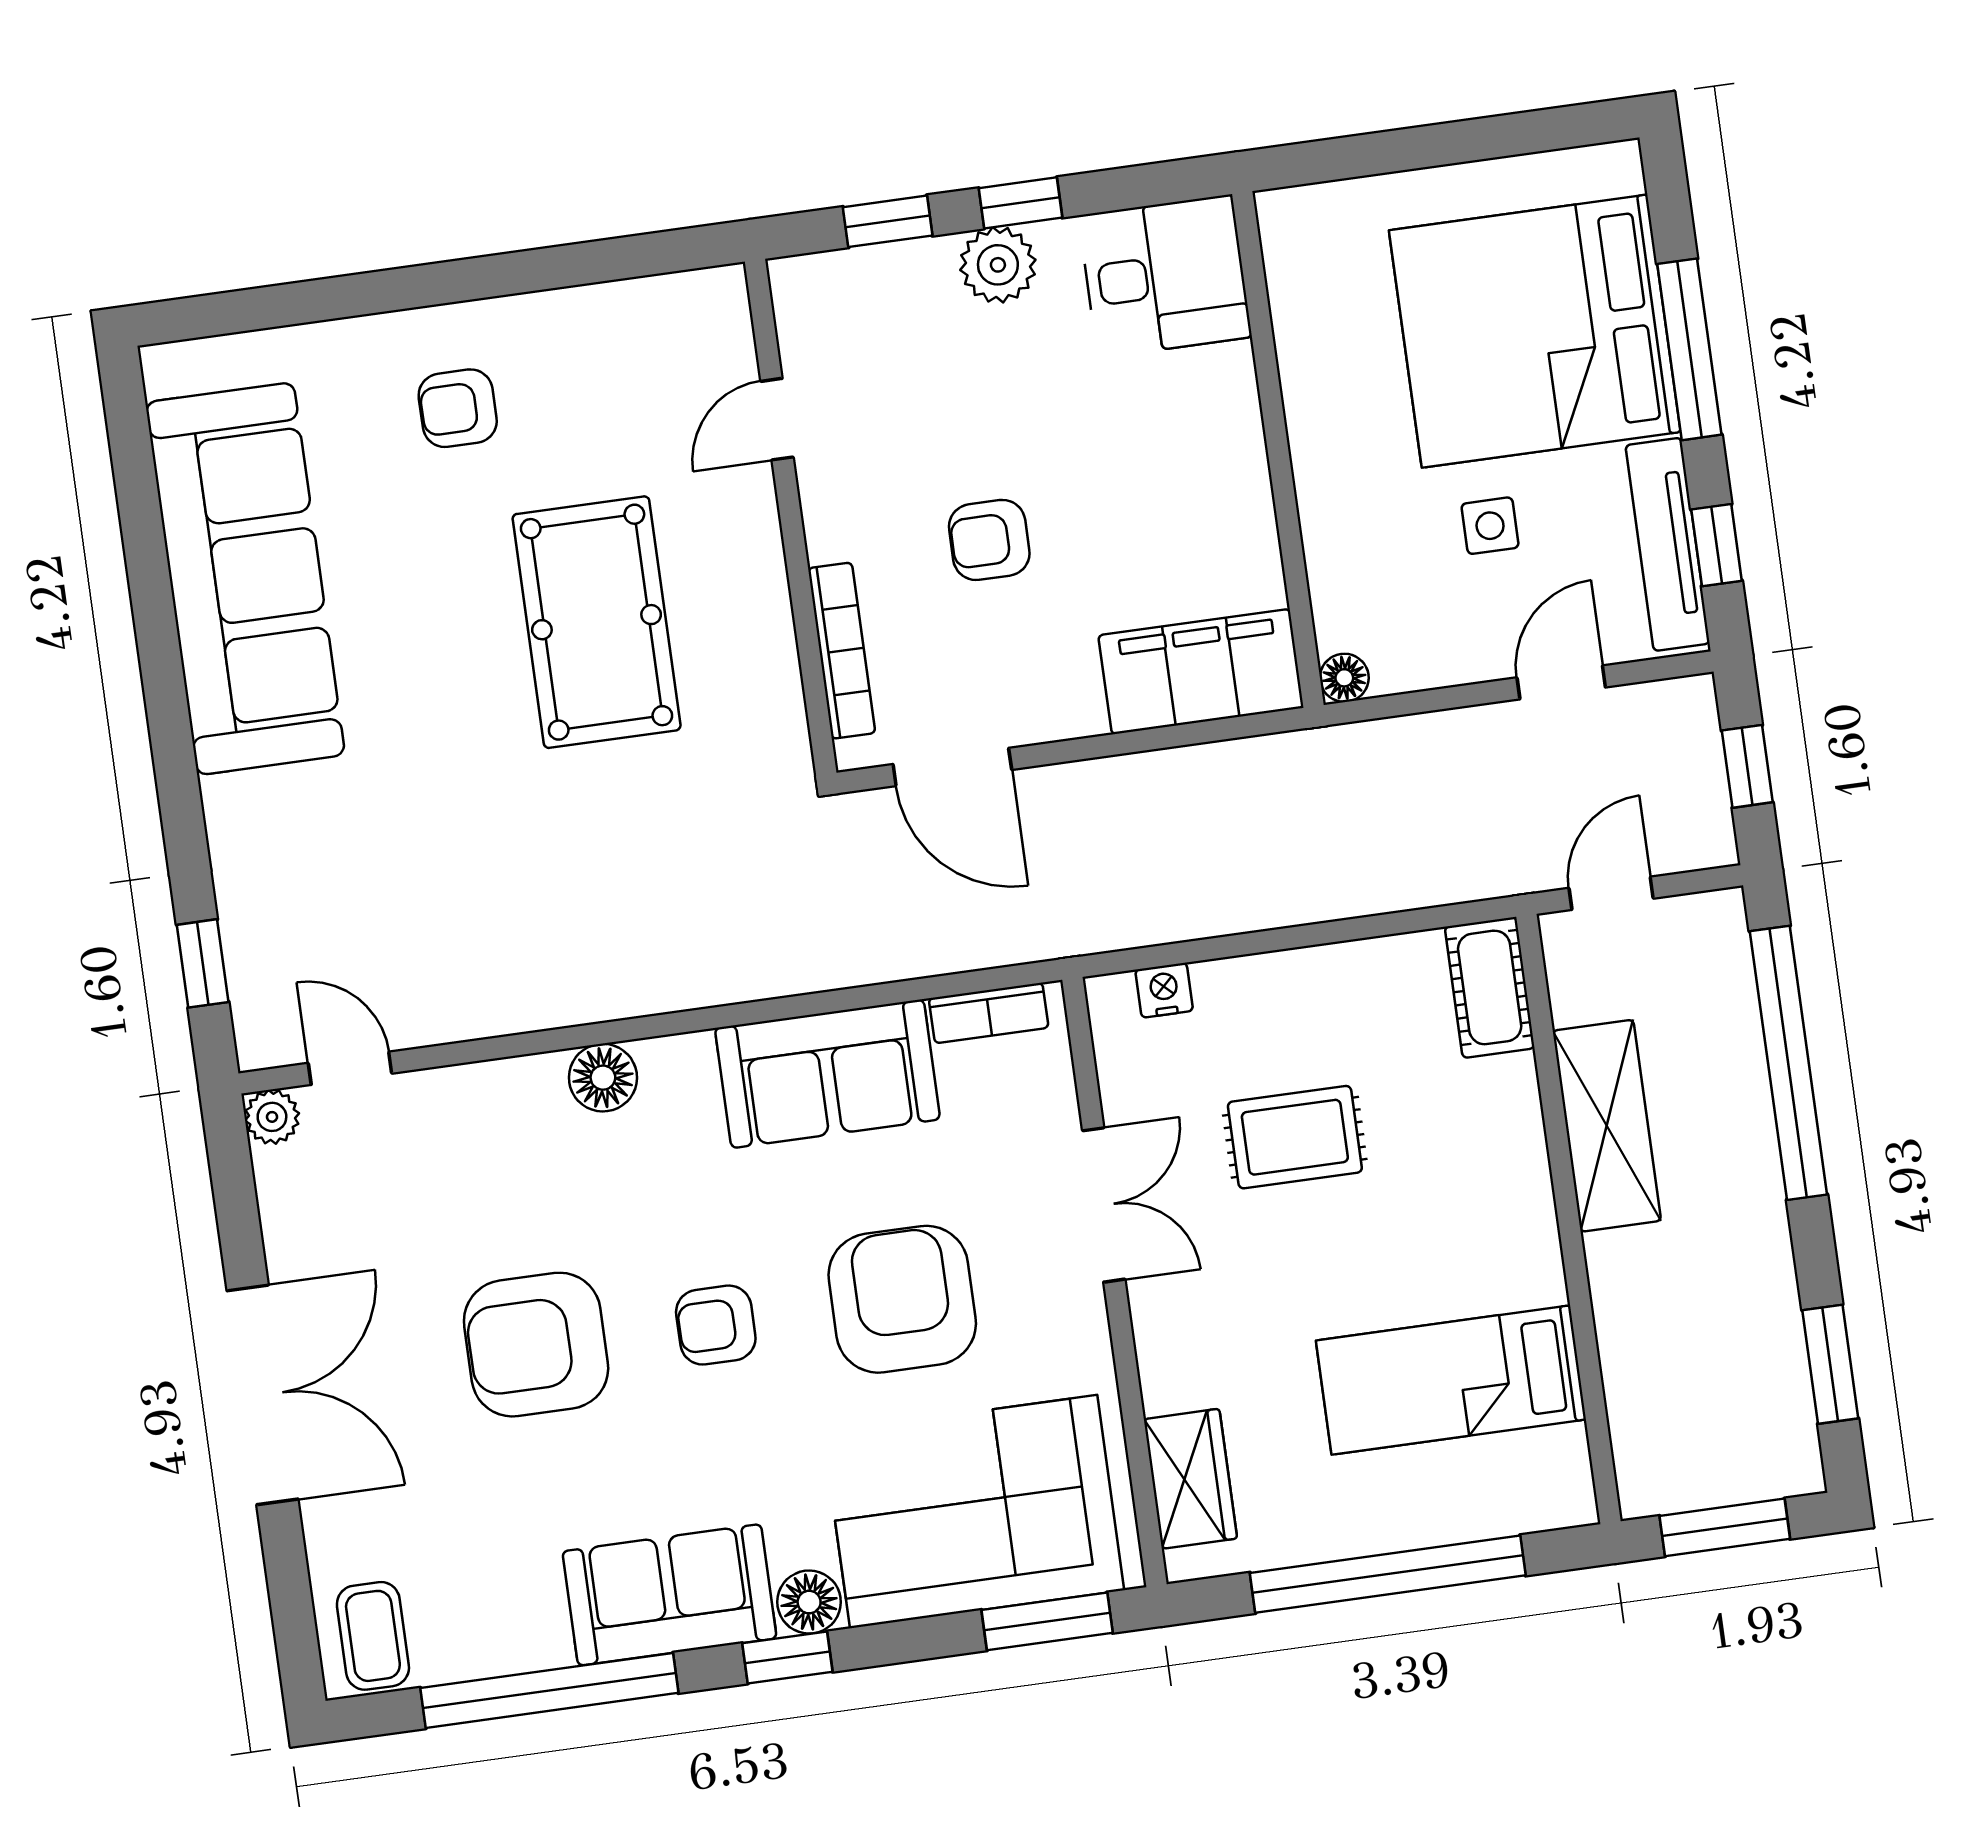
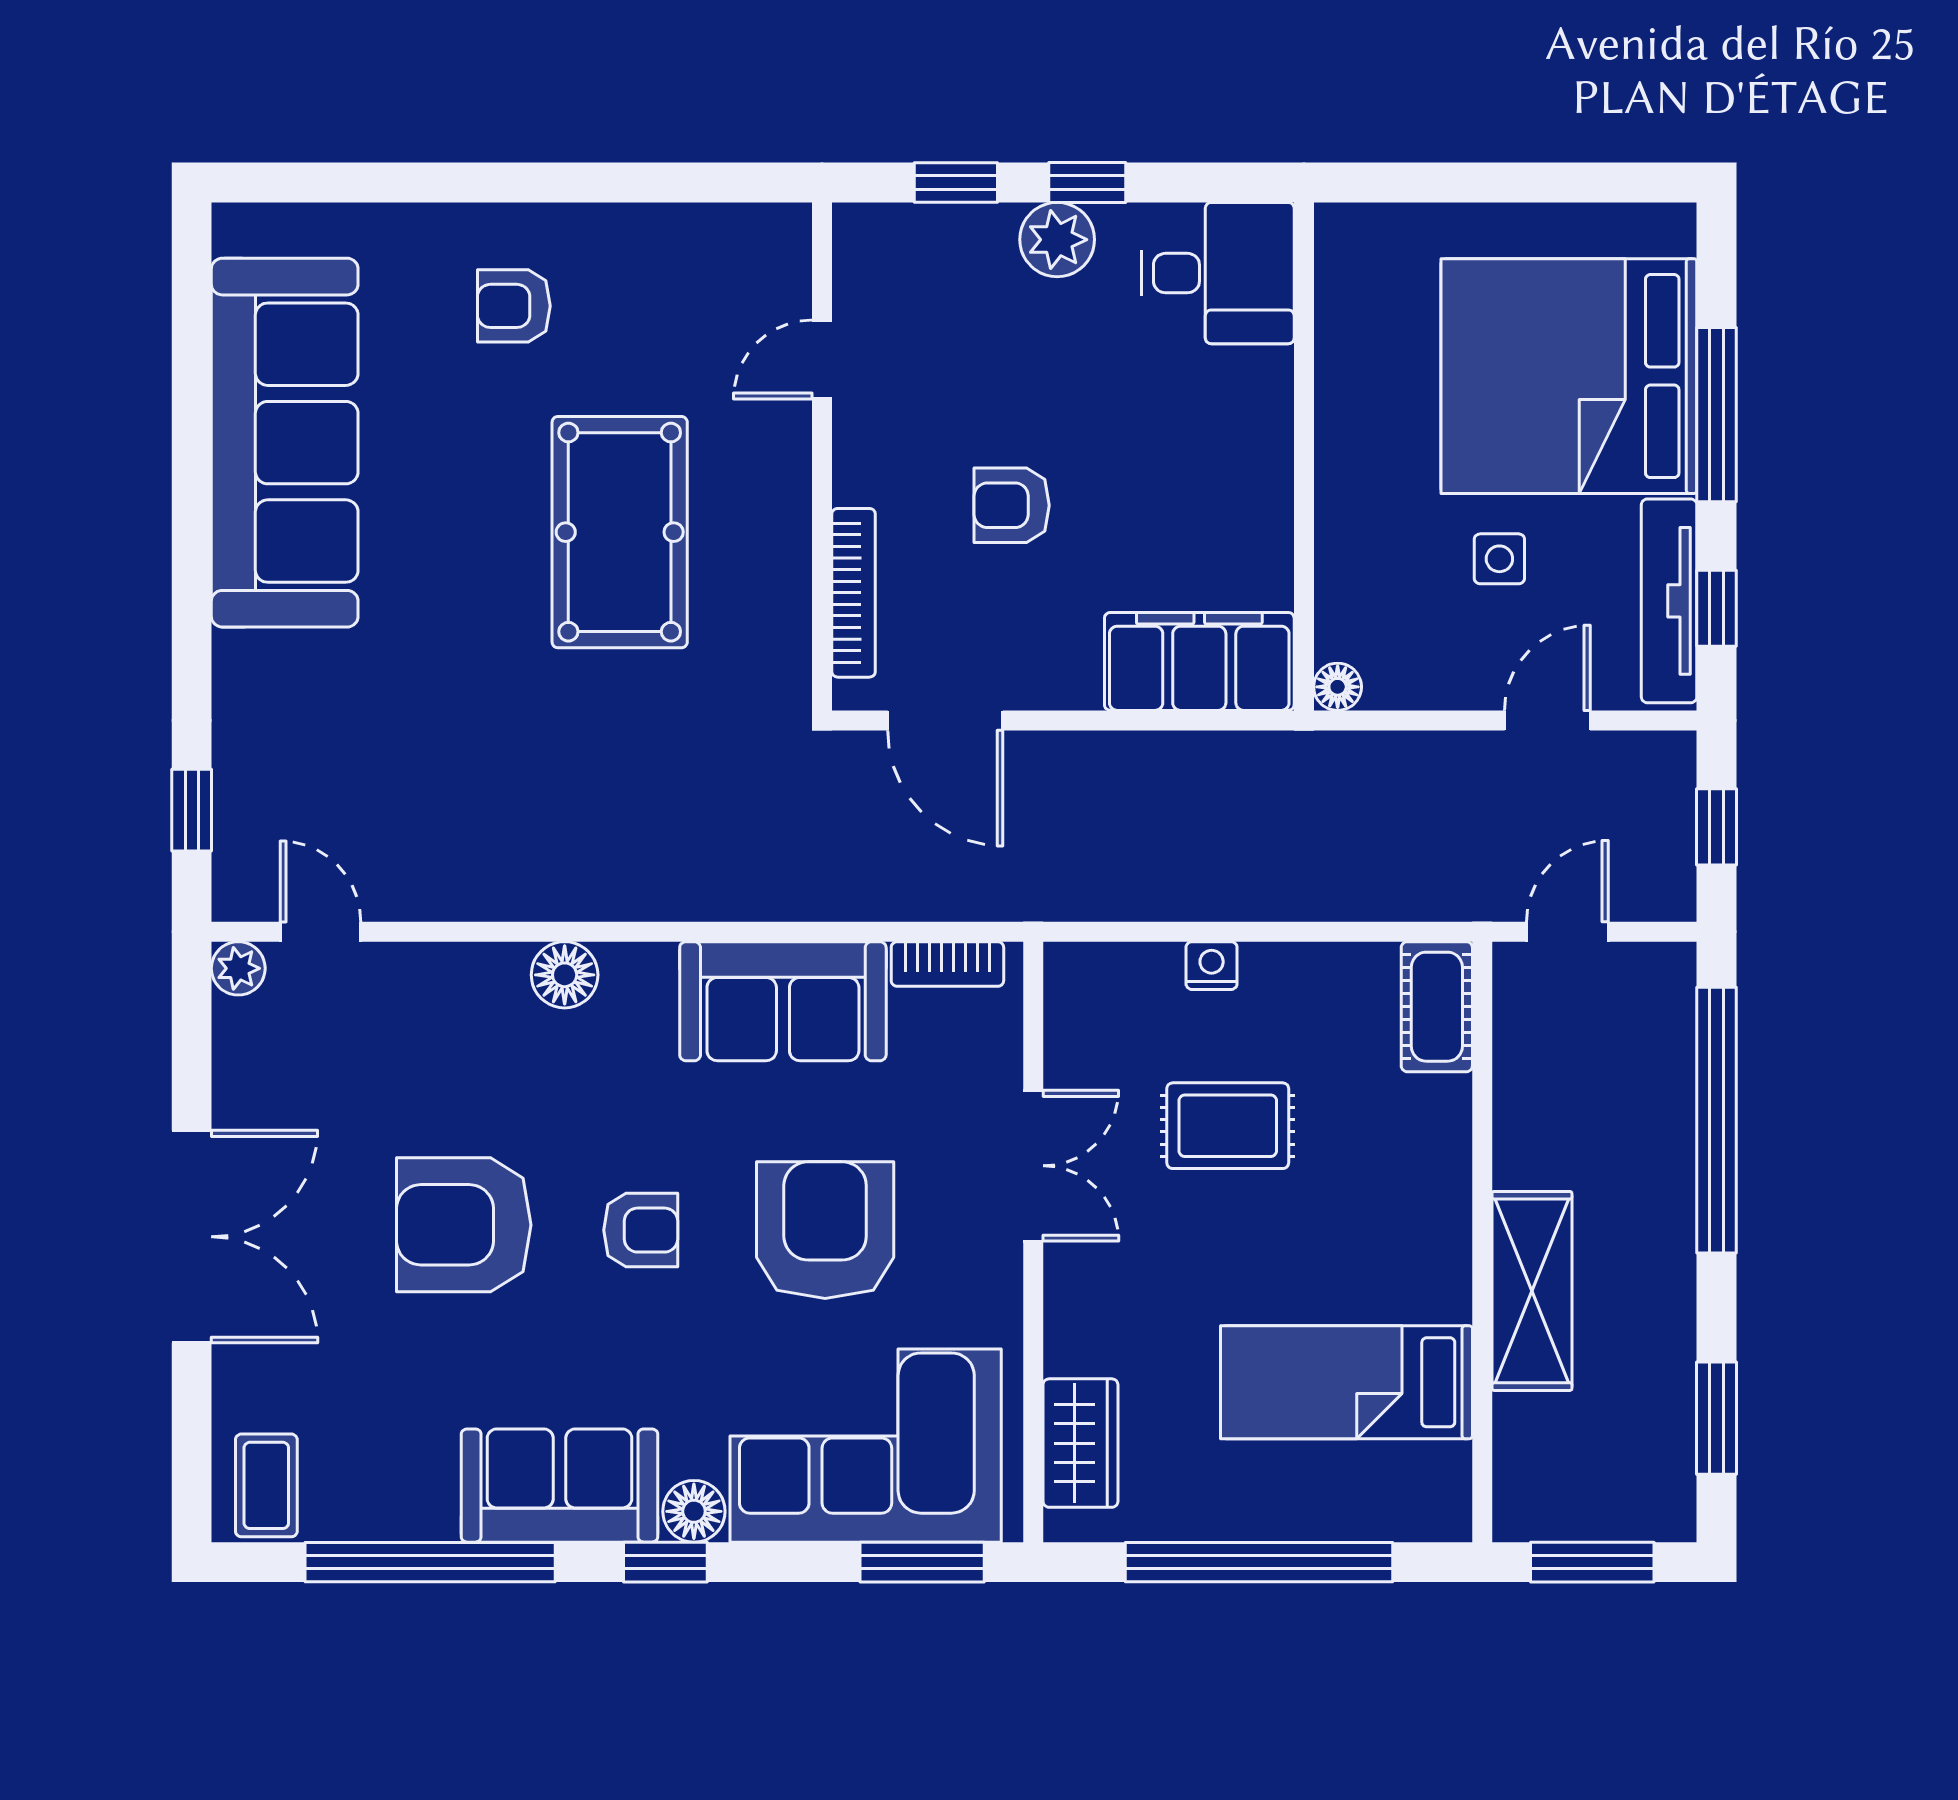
nightstand: (1164, 990) -> (1212, 966), moved
shelving: (1607, 1126) -> (1532, 1291), moved
armchair: (716, 1325) -> (641, 1230), turned 180

